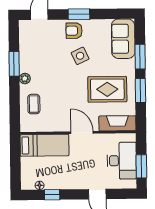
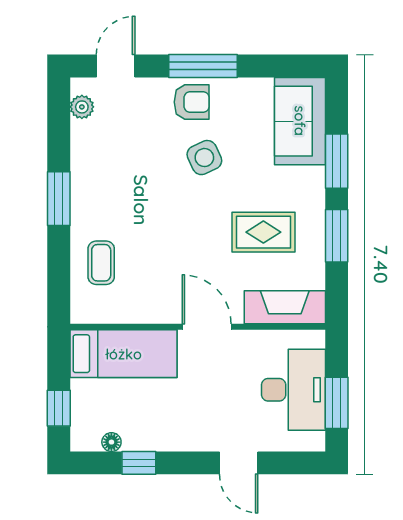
window: (79, 14) -> (203, 66), width x1.44
armchair: (74, 31) -> (192, 102), turned 180
window: (14, 64) -> (59, 199), moved
plant: (25, 79) -> (82, 107), moved
rug: (107, 89) -> (263, 232), width x0.73, depth x0.70
window: (15, 170) -> (59, 408), added

